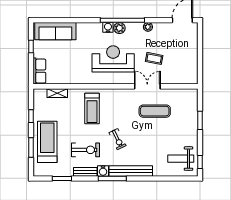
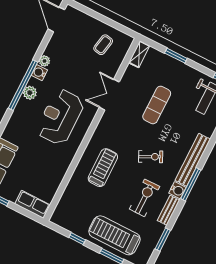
water cooler: (108, 27) -> (39, 73), moved
coffee table: (154, 58) -> (103, 45), moved
shelving: (57, 93) -> (139, 54), moved
treadmill: (92, 109) -> (103, 168), turned -90
exercise mat: (155, 111) -> (157, 105), moved

